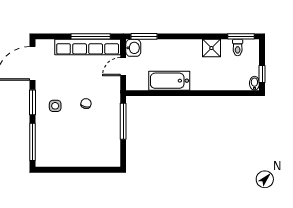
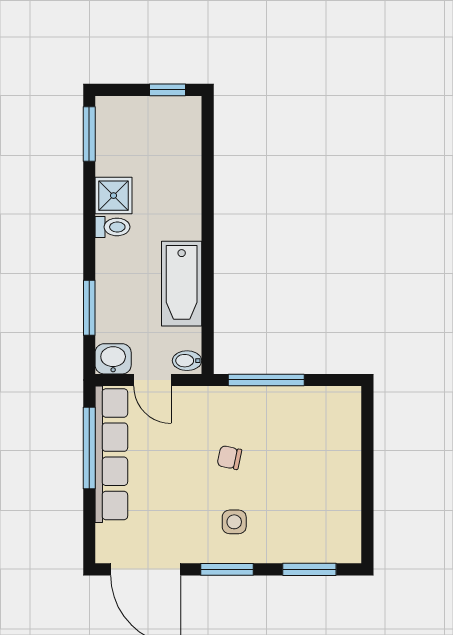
window: (144, 36) -> (89, 308), moved
toilet: (238, 48) -> (112, 227), moved
bidet: (254, 83) -> (187, 361), moved
window: (32, 142) -> (309, 569), width x0.69

